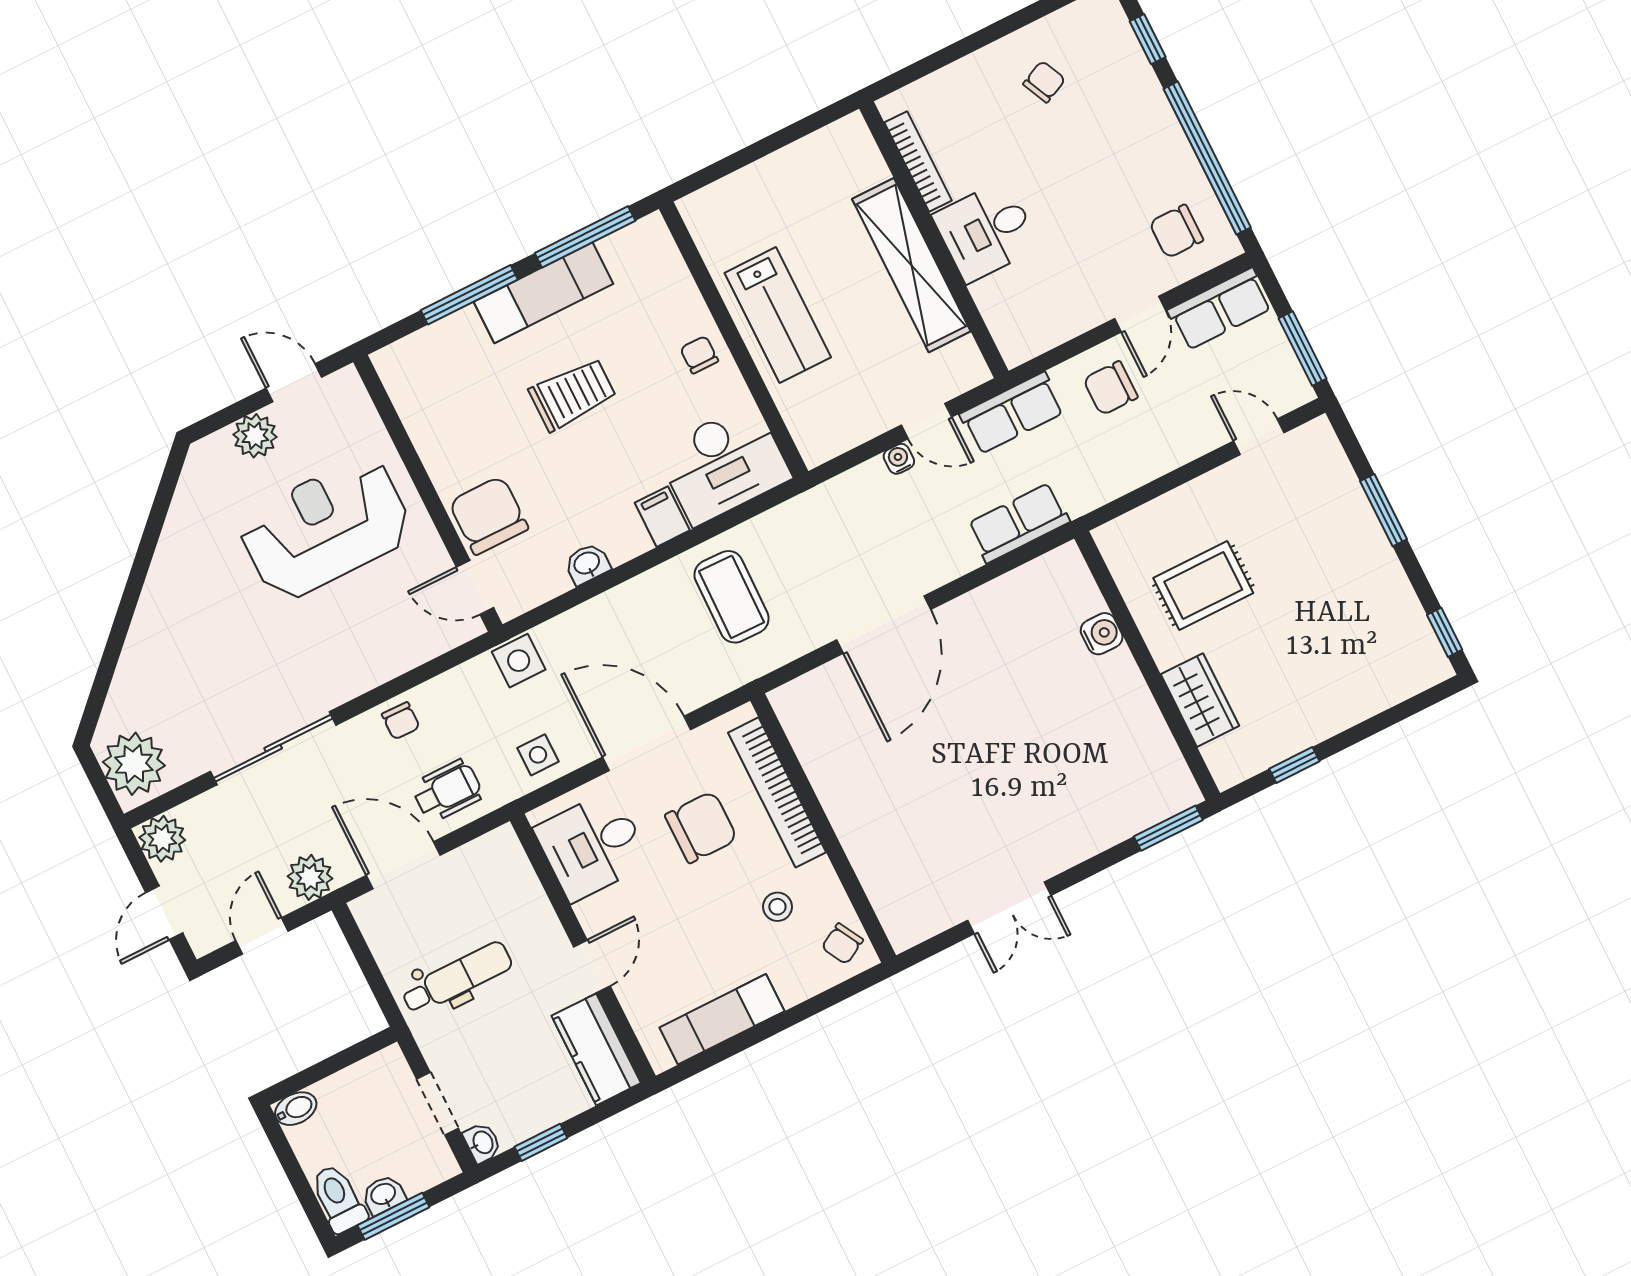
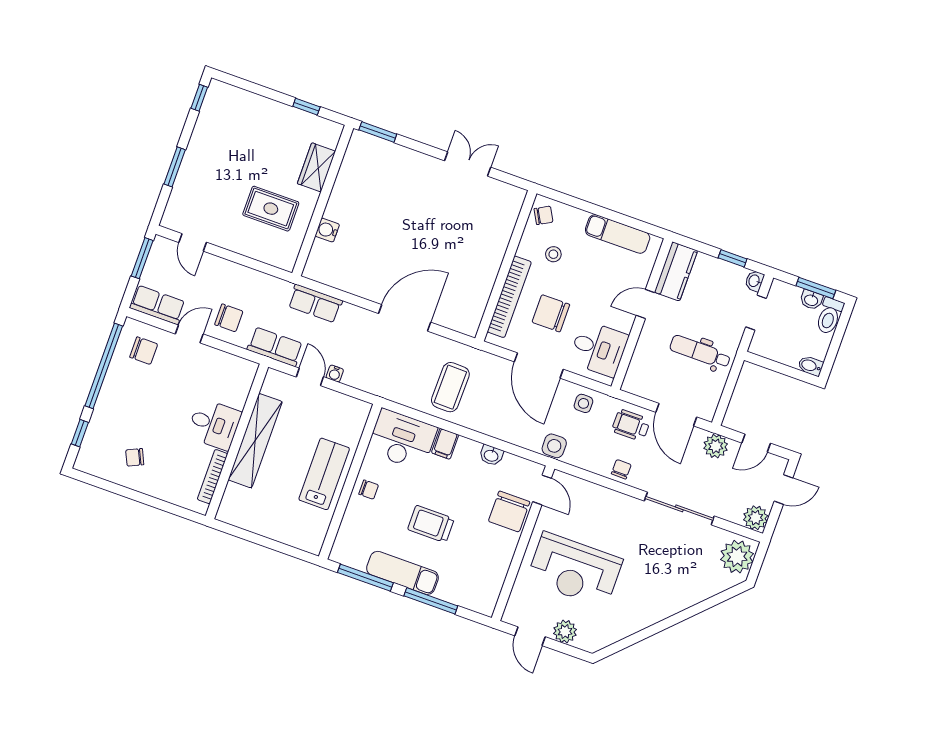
chair: (699, 355) -> (369, 490), turned -90

